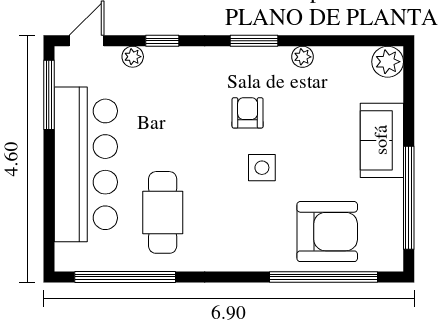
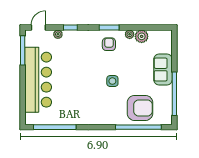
plant: (388, 62) -> (142, 36), moved
armchair: (248, 113) -> (109, 44), moved
cafe table: (163, 212) -> (71, 100), removed

